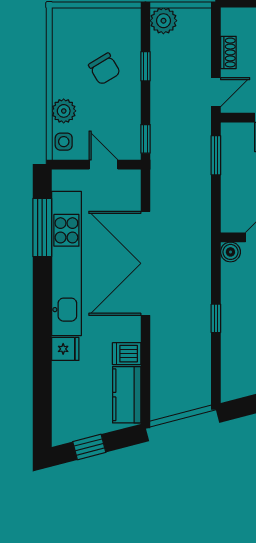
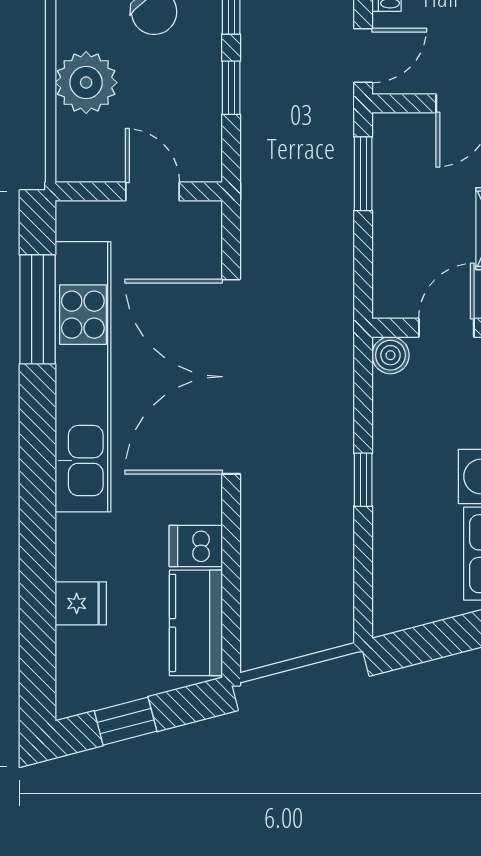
plant: (64, 111) -> (86, 83), width x1.36, depth x1.36
window: (145, 139) -> (231, 88), moved
side table: (64, 142) -> (78, 148), removed
fridge: (65, 349) -> (81, 603), moved

